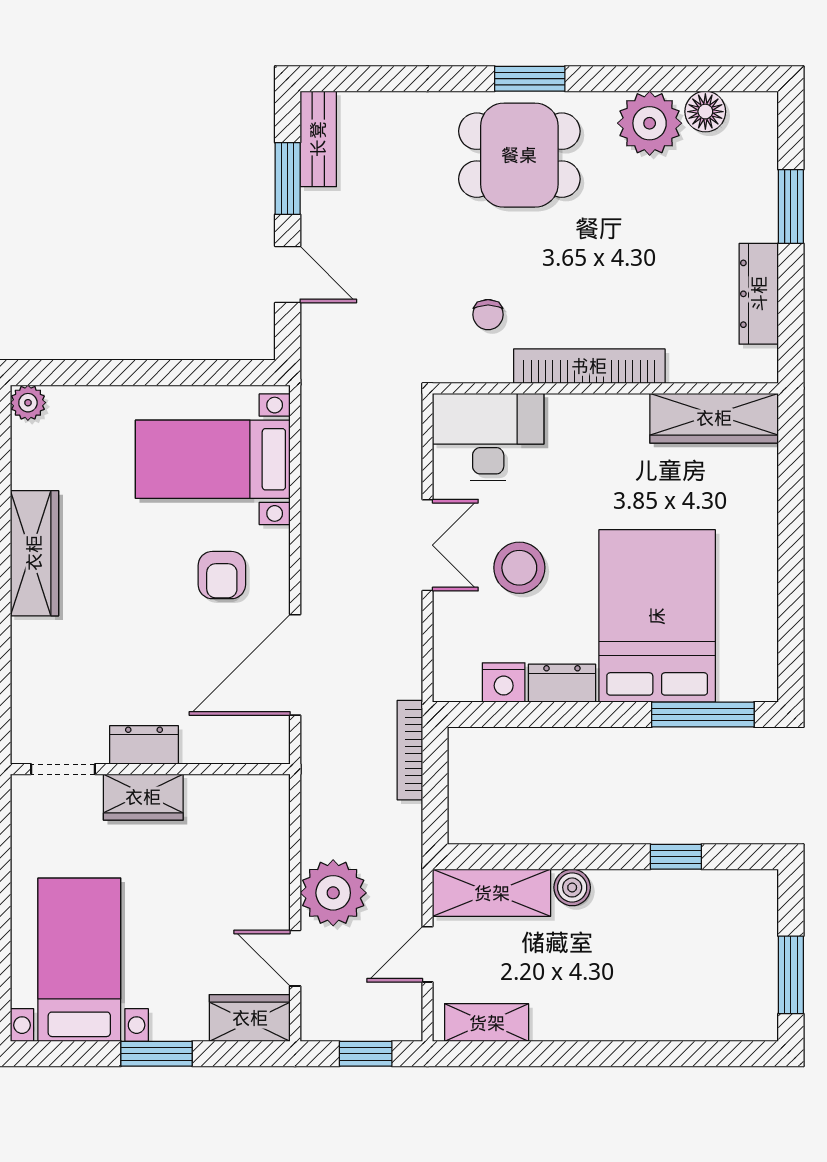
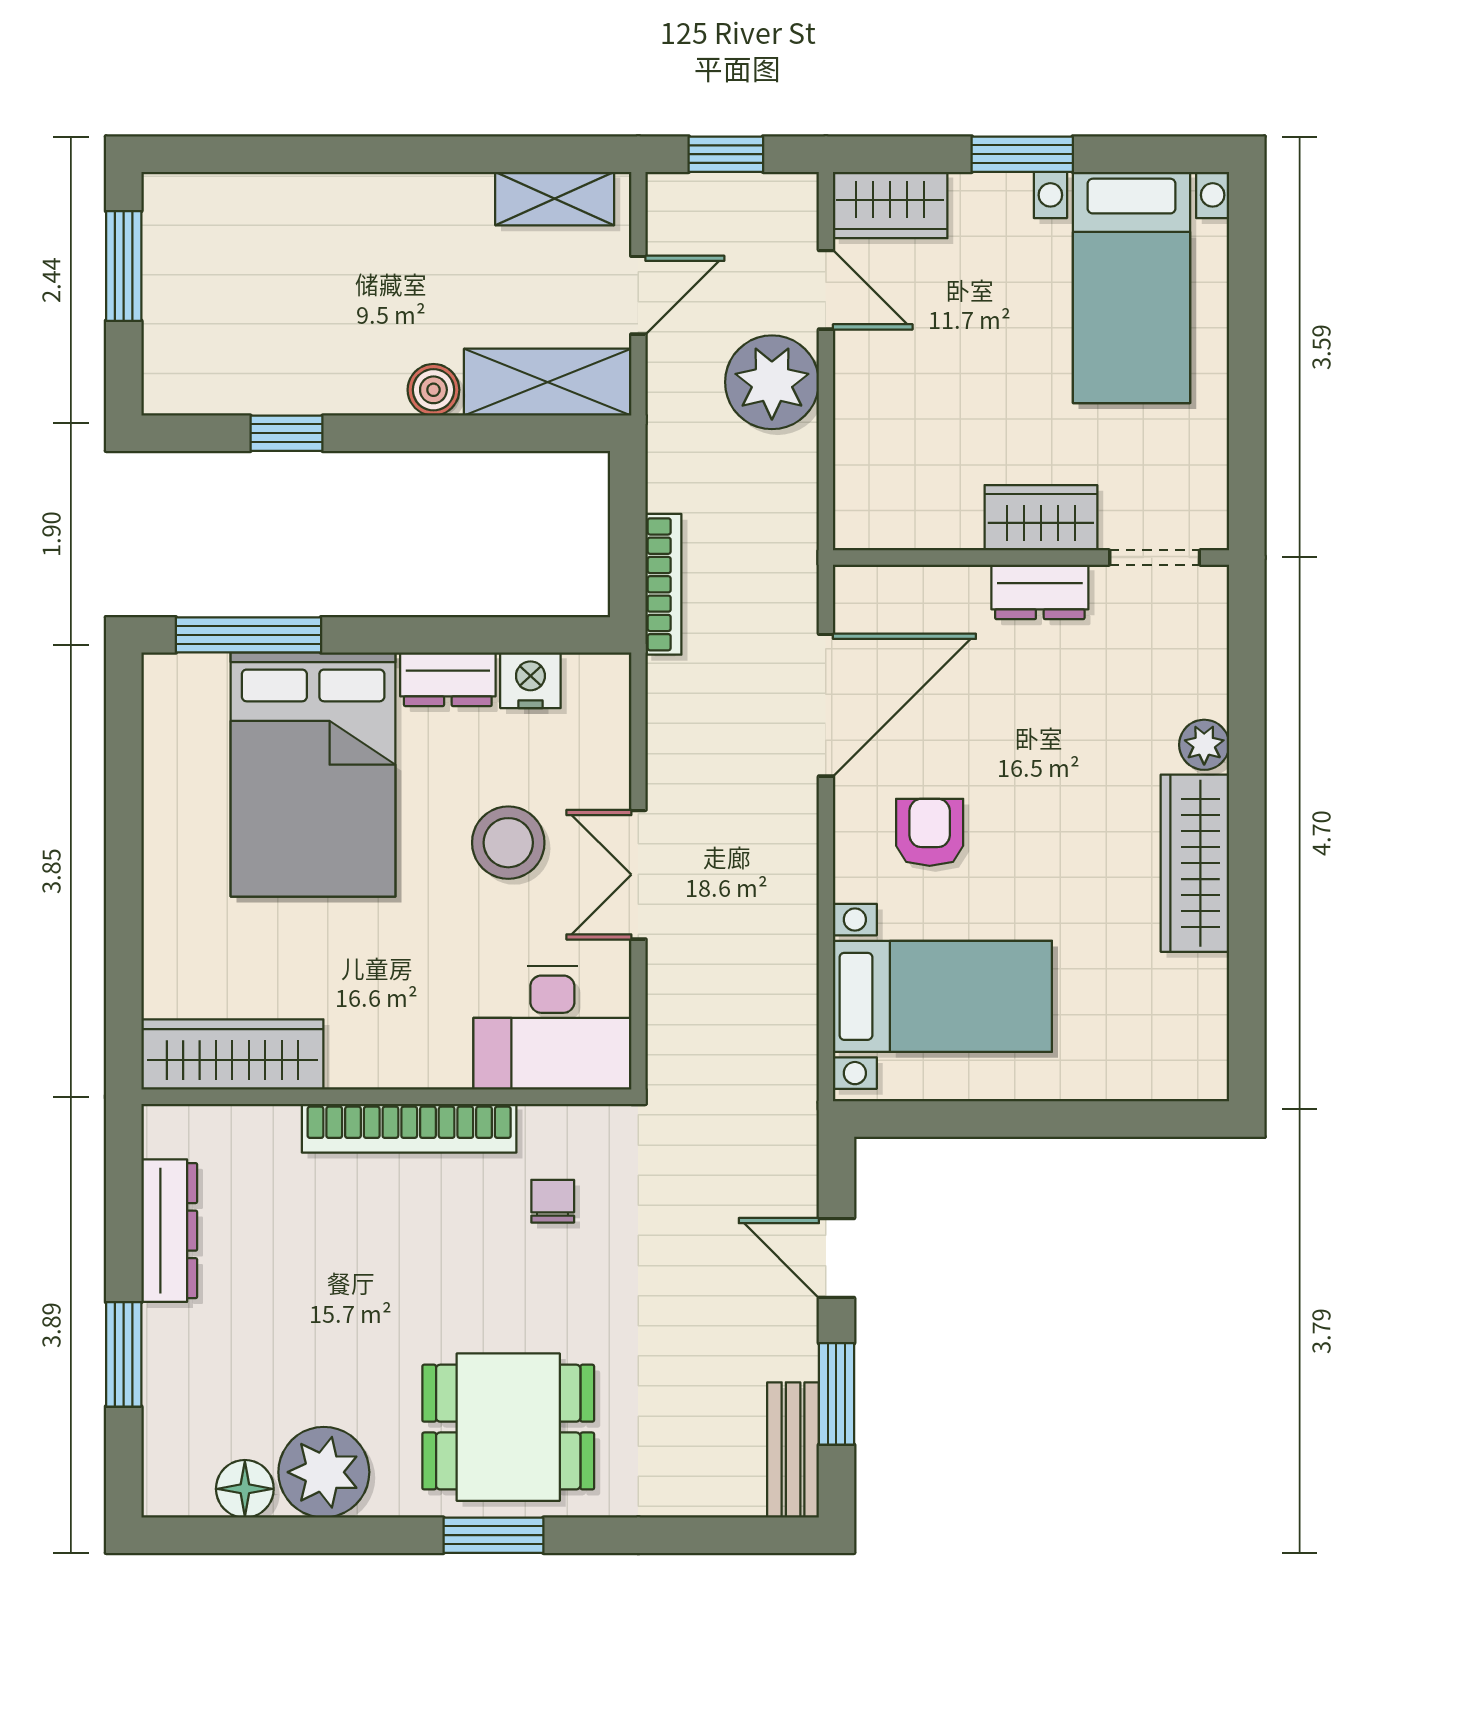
plant: (28, 403) -> (1204, 745), moved

